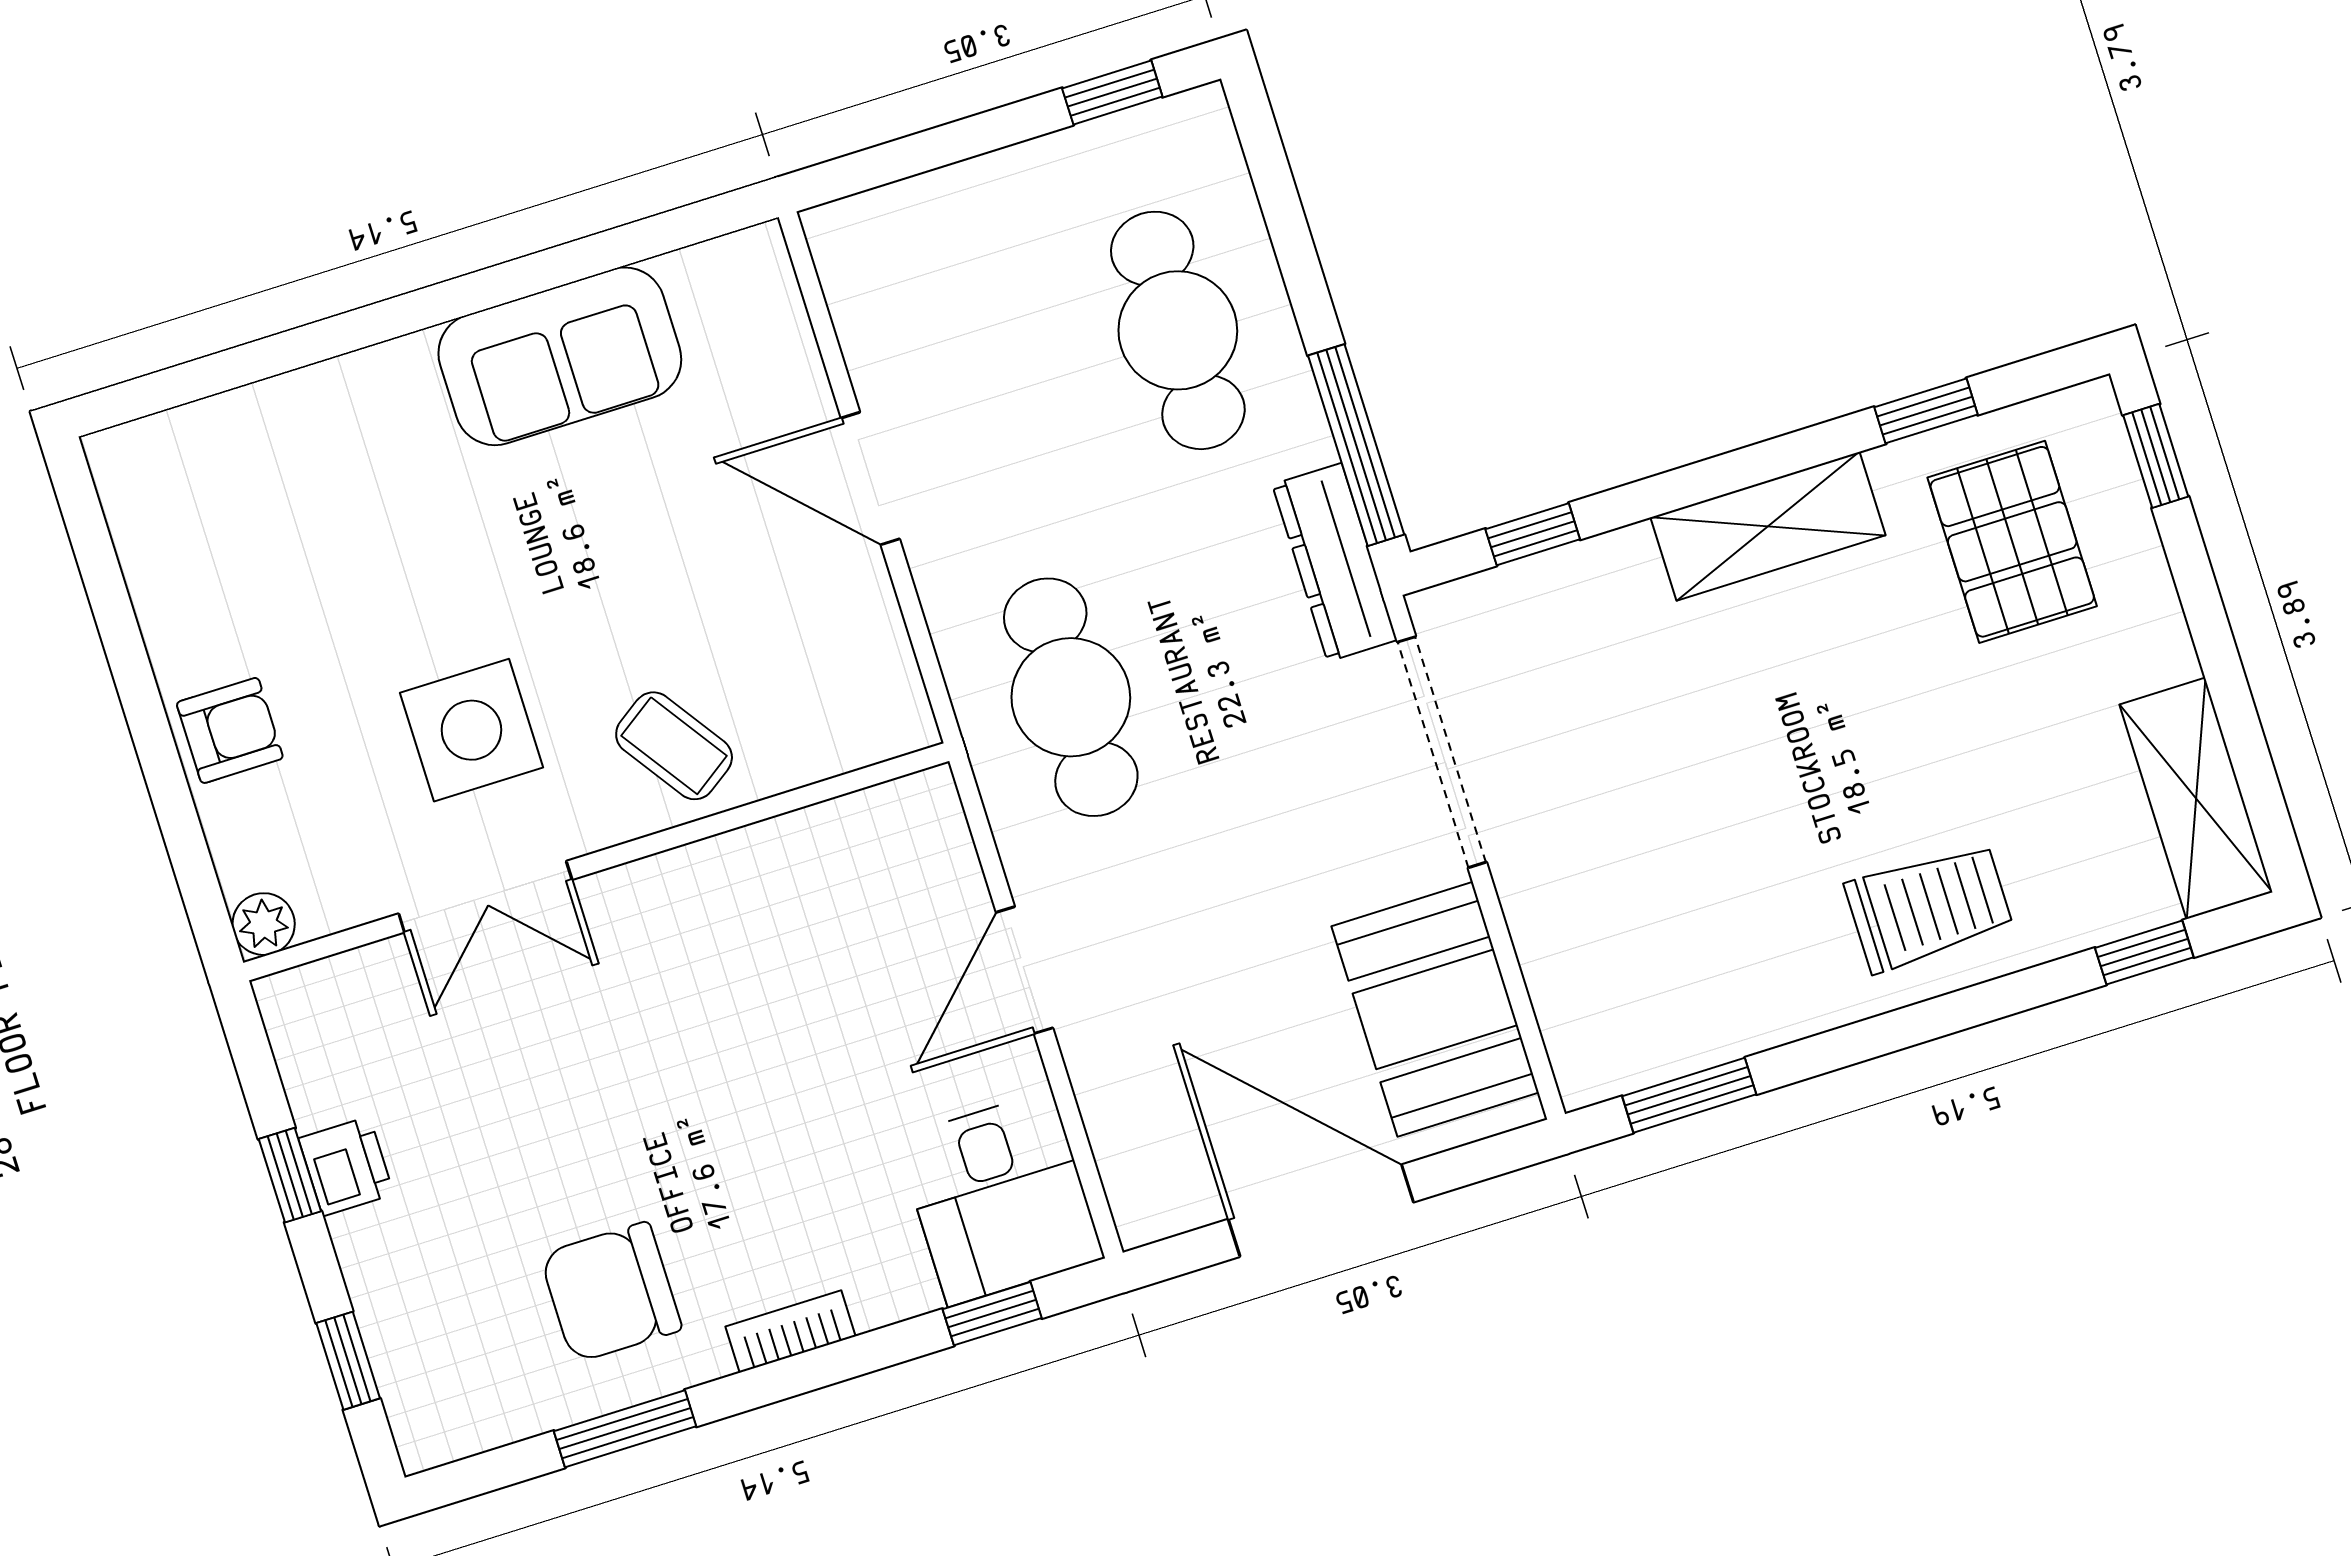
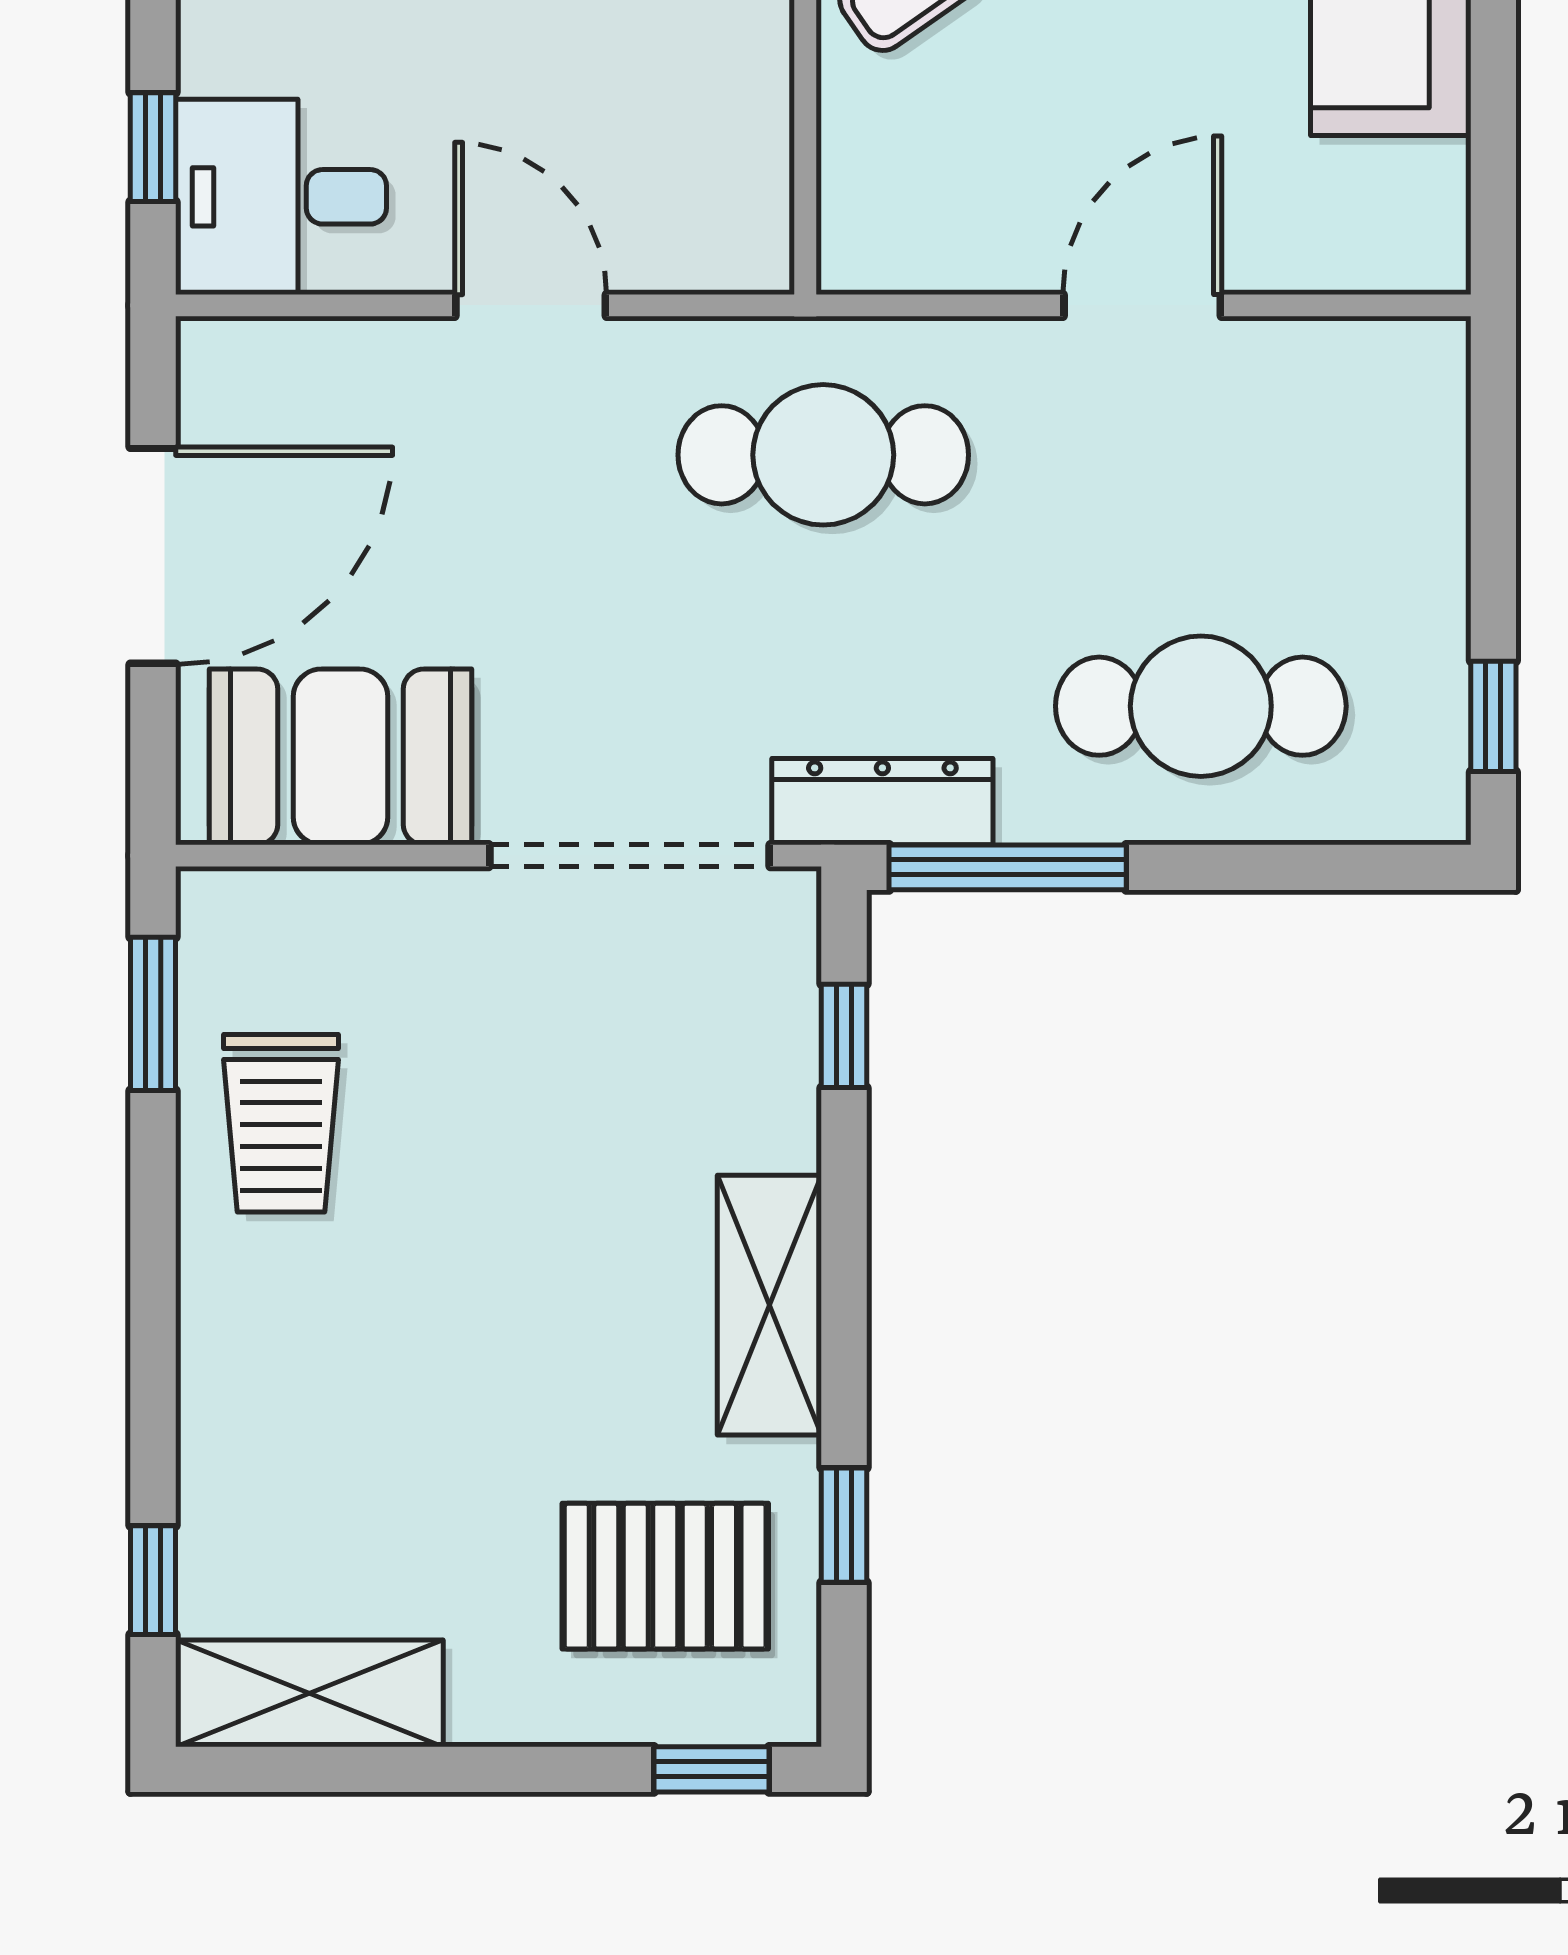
trolley: (1929, 907) -> (281, 1123), moved

